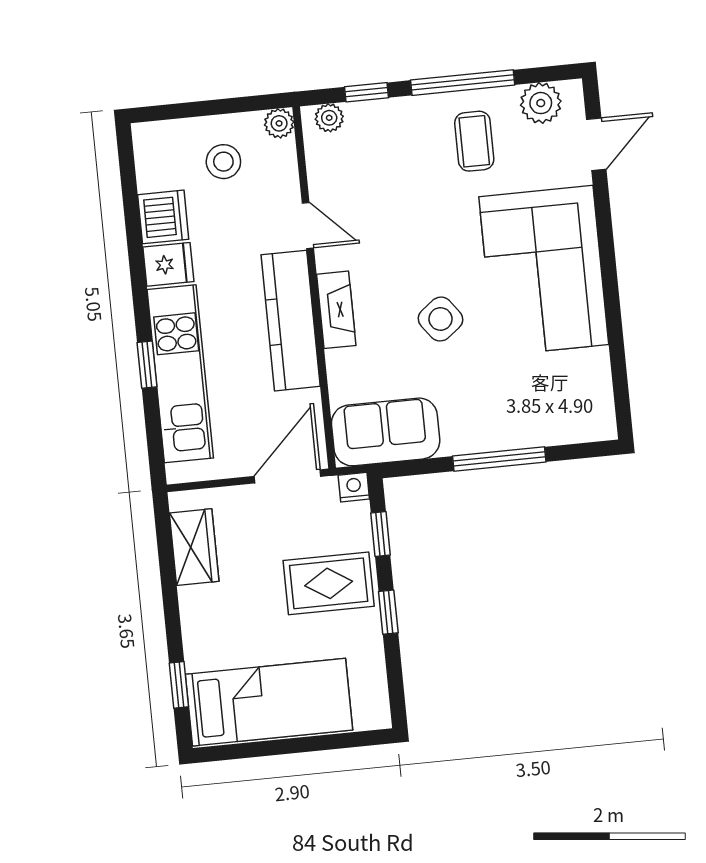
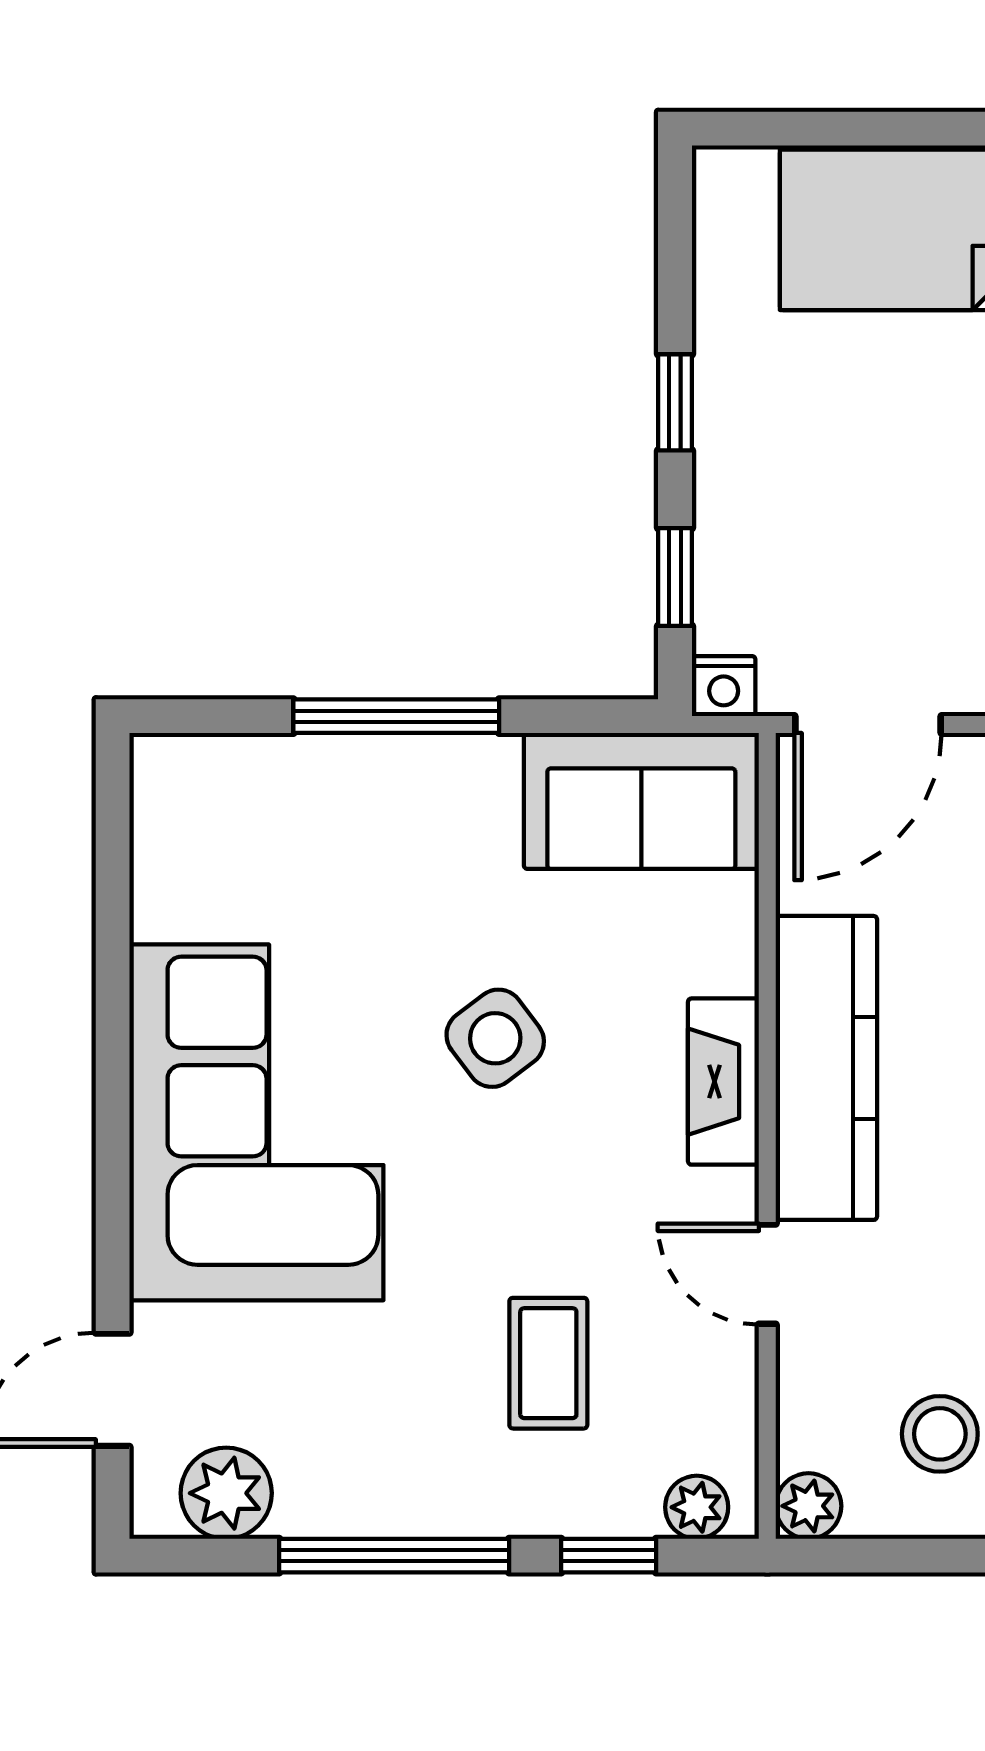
coffee table: (474, 141) -> (548, 1363), moved
rug: (329, 583) -> (801, 479), removed

